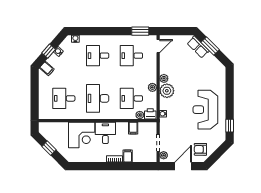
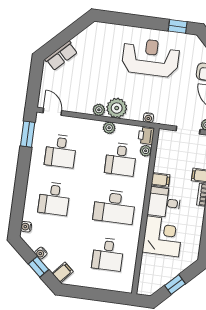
window: (210, 46) -> (62, 39), removed
reception desk: (205, 110) -> (151, 57), turned 180
filing cabinet: (133, 128) -> (160, 180), moved

